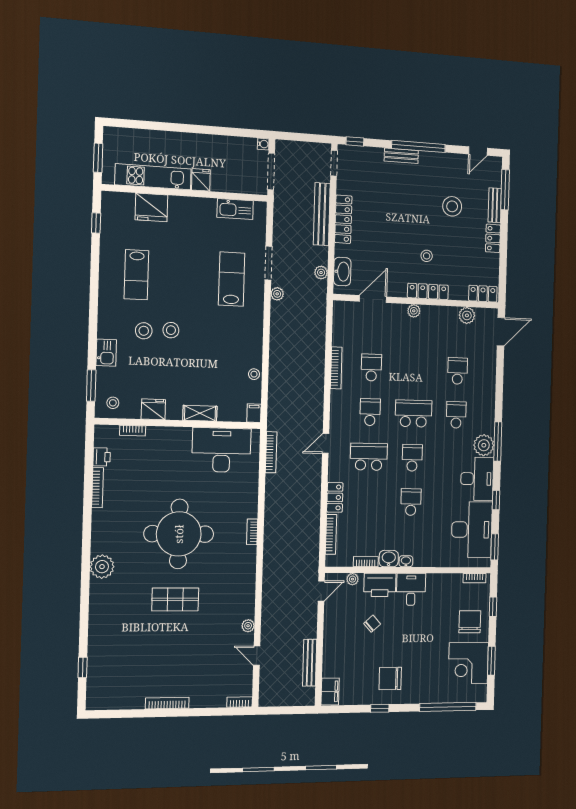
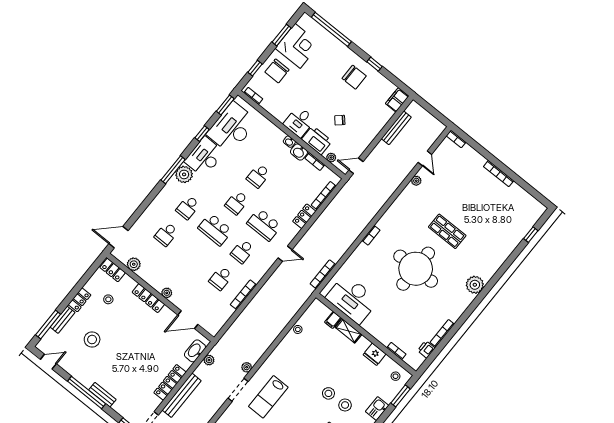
stool: (427, 256) -> (108, 299), moved
filing cabinet: (254, 413) -> (333, 320), moved

